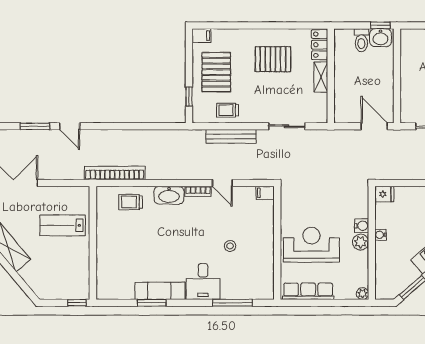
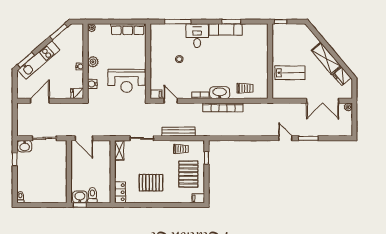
shelving: (321, 77) -> (119, 150), moved
bookcase: (115, 173) -> (223, 107), moved
door: (222, 183) -> (171, 101), moved
water cooler: (362, 226) -> (92, 84), moved
reception desk: (311, 245) -> (127, 81), moved

